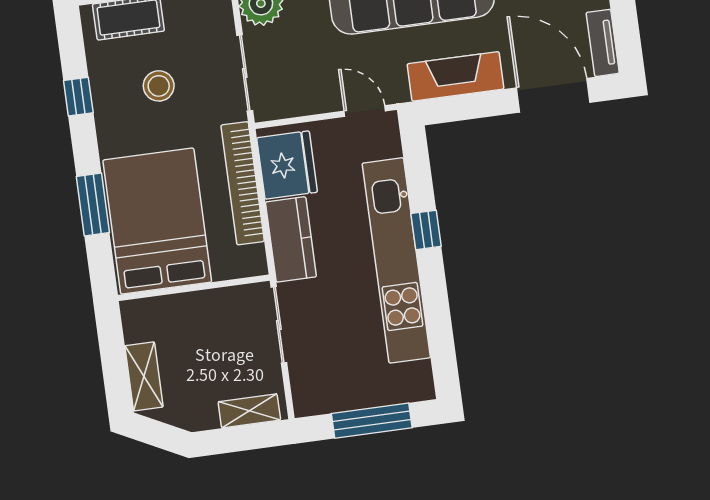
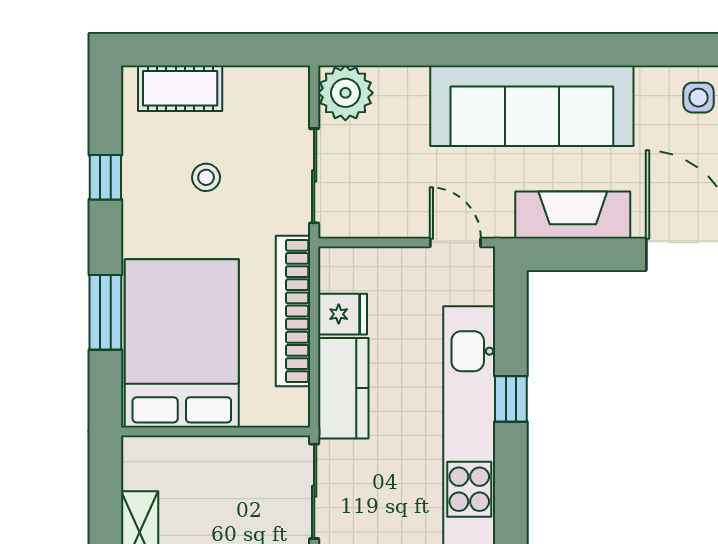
stool: (159, 86) -> (206, 177), width x0.73, depth x0.73
fridge: (287, 165) -> (342, 314), width x0.53, depth x0.75

